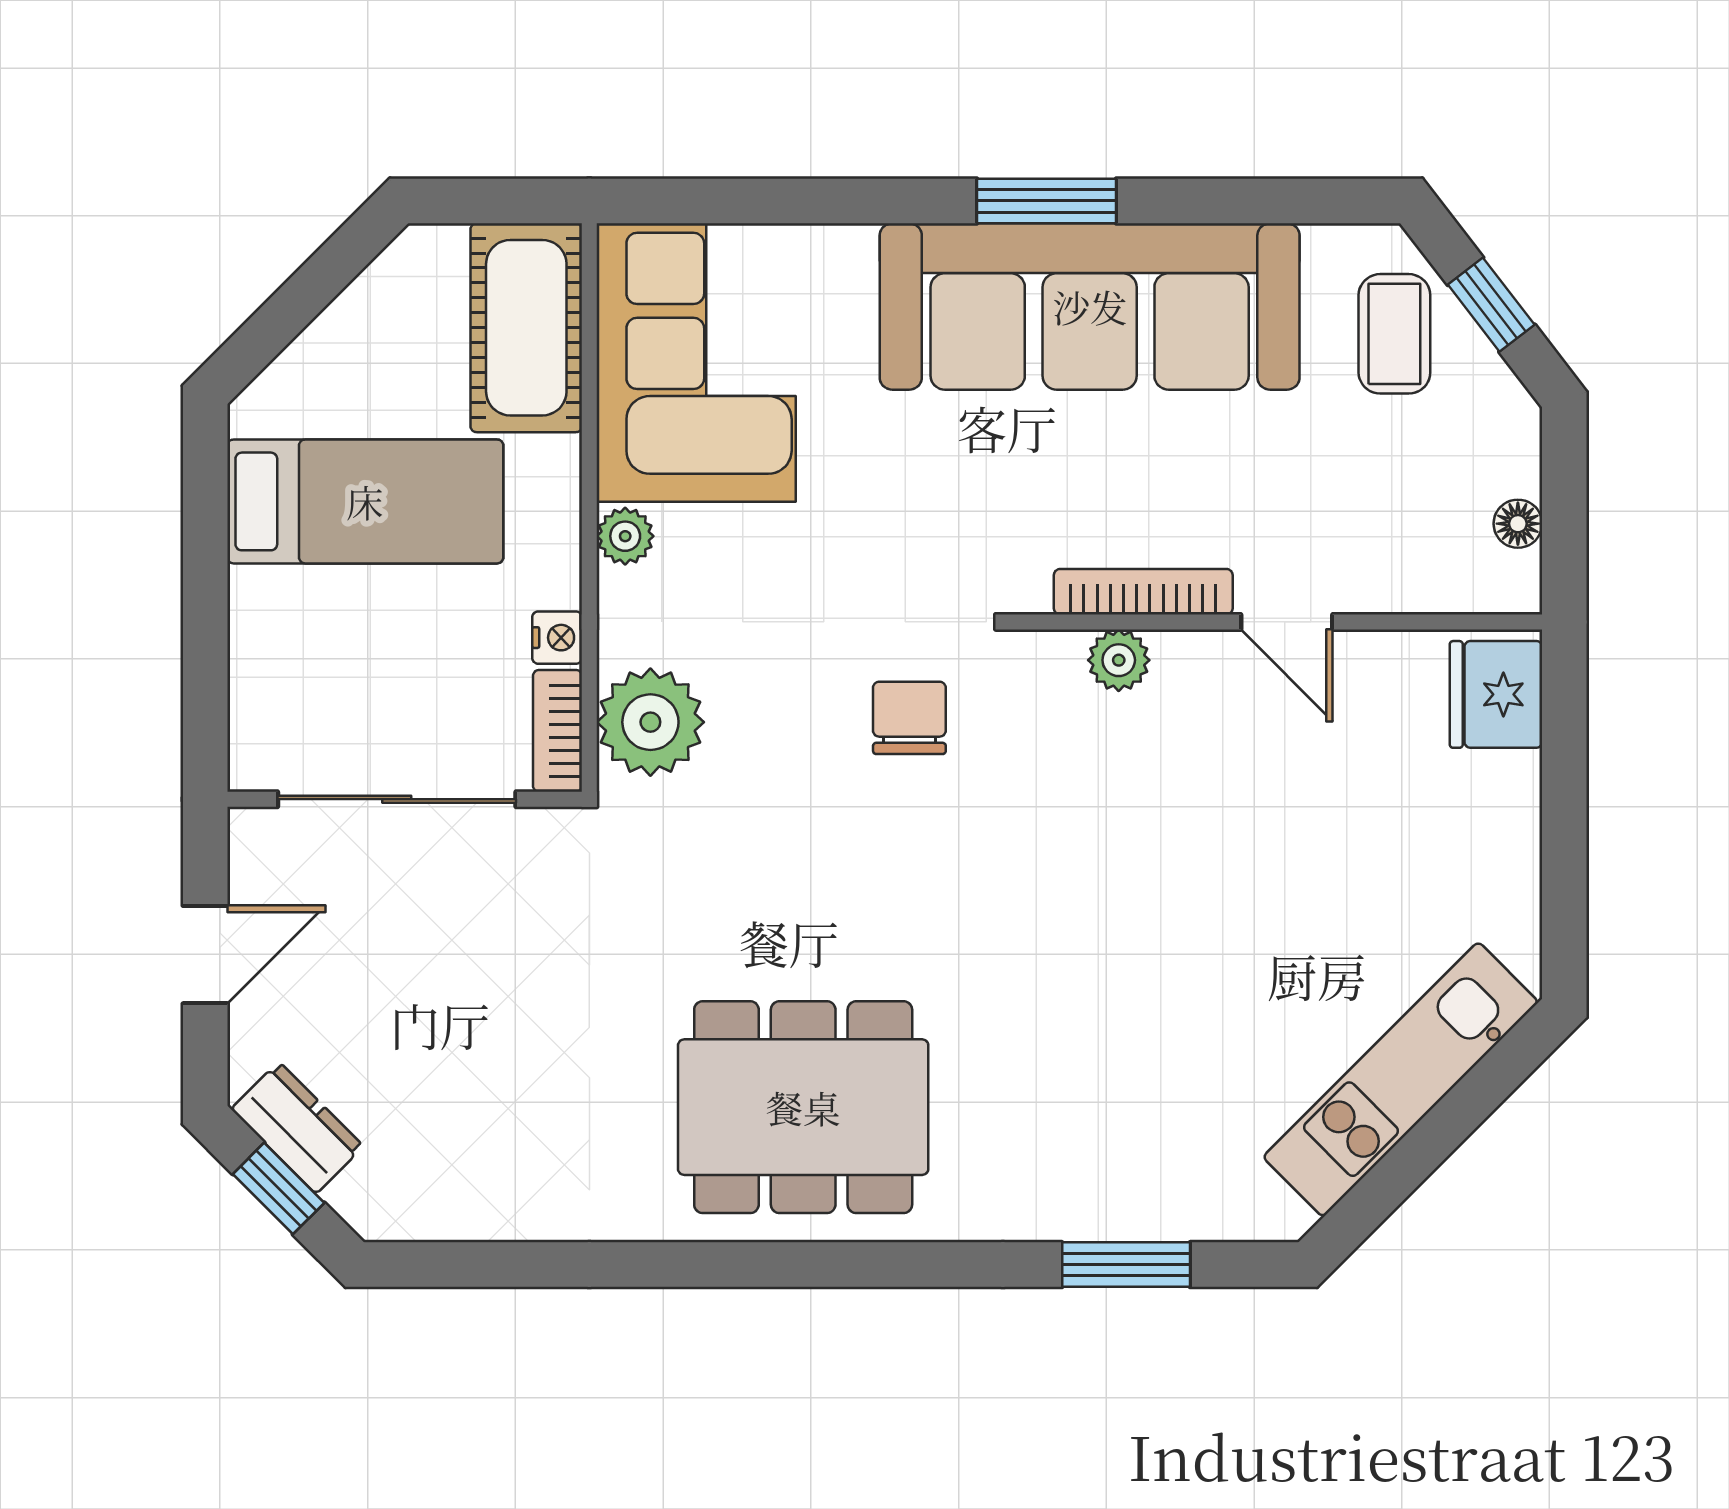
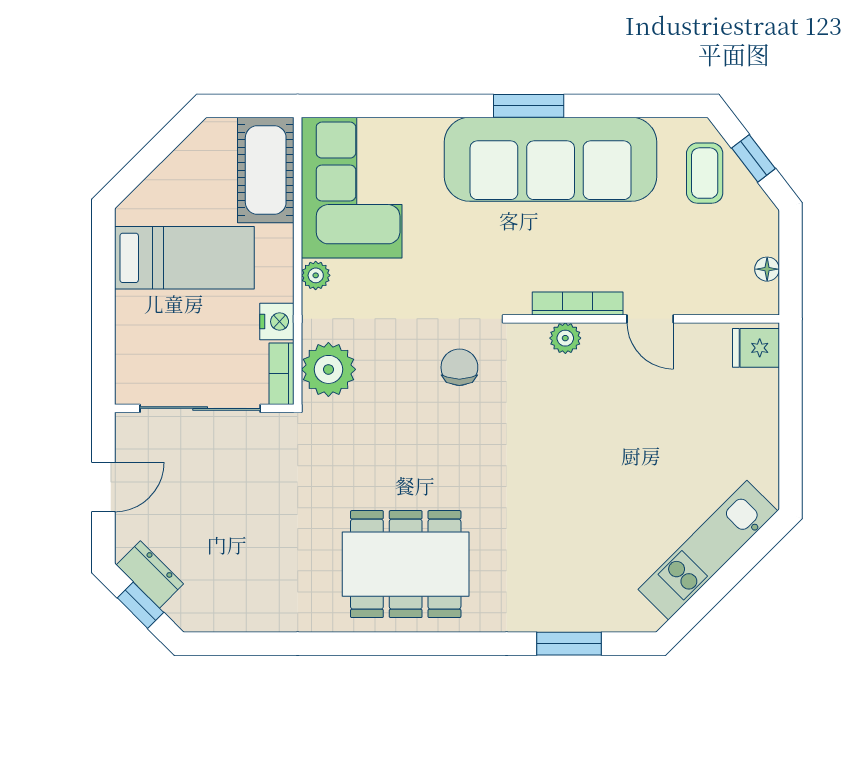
nightstand: (557, 638) -> (277, 322), width x1.39, depth x1.35
fridge: (1496, 694) -> (756, 348), width x0.72

